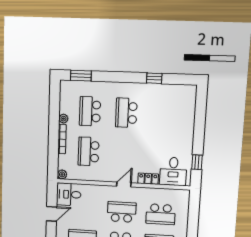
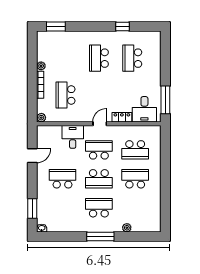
school desk: (90, 111) -> (132, 58), moved
window: (197, 162) -> (165, 100), width x2.17
desk: (69, 194) -> (73, 137), moved, turned 90

